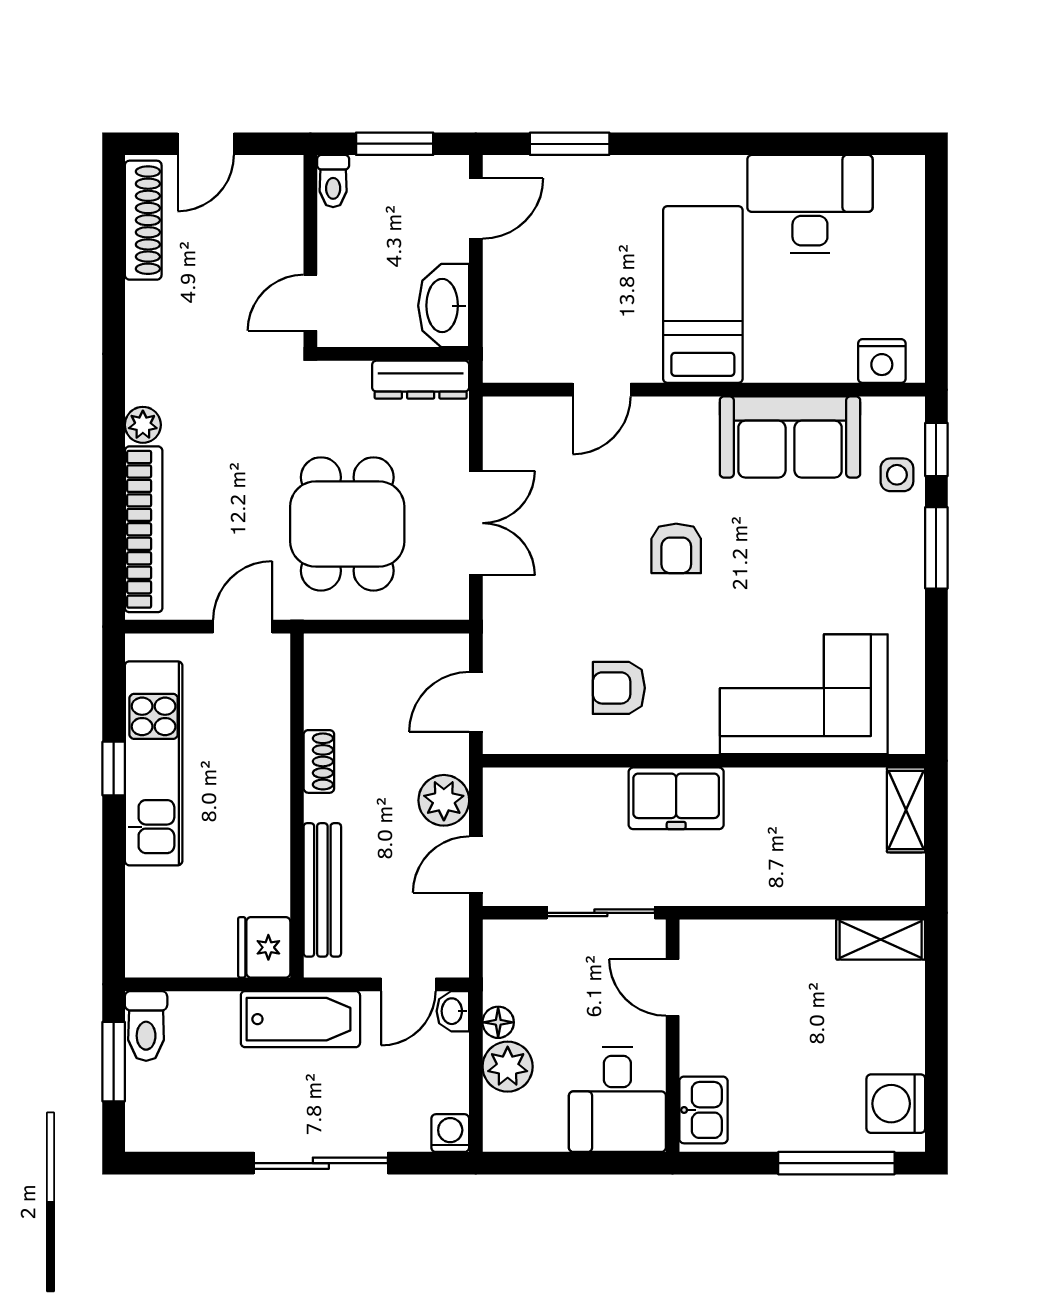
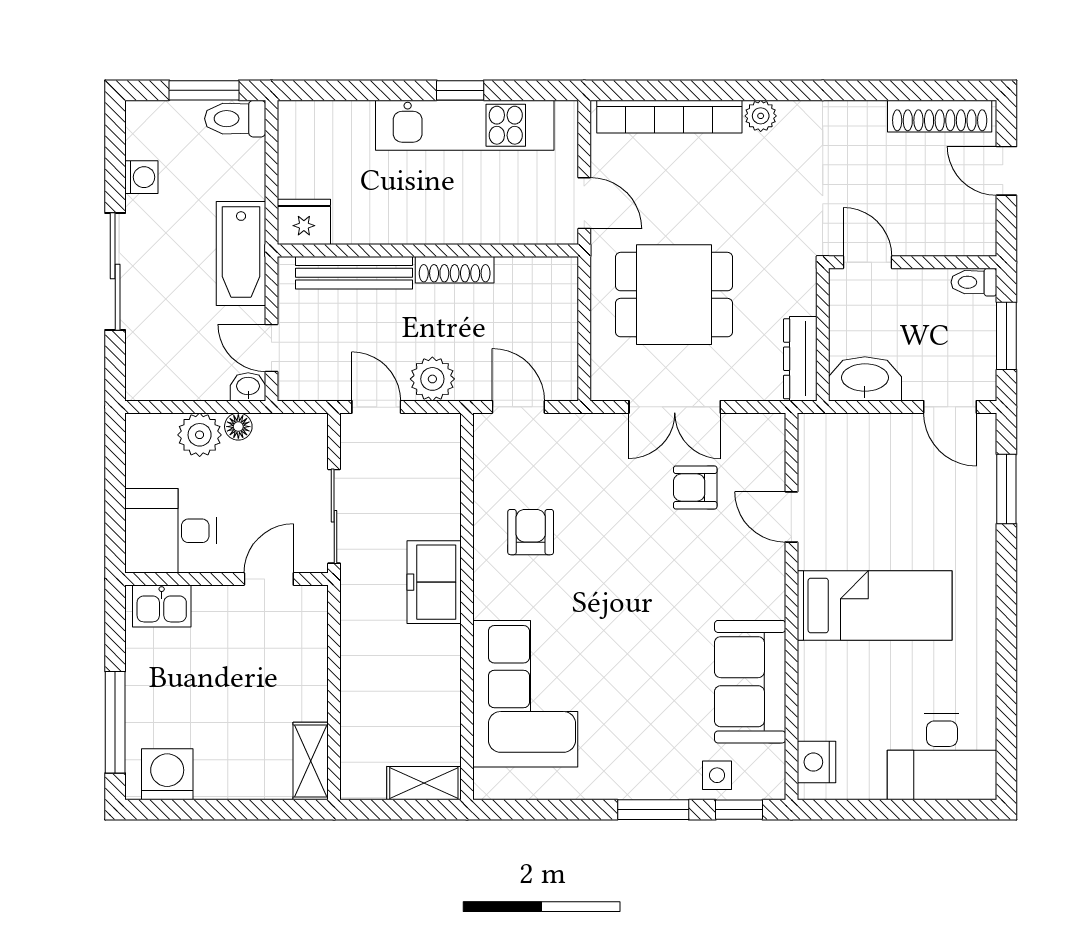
desk: (810, 204) -> (942, 757), moved, turned 90
armchair: (676, 548) -> (695, 487), moved
shoe rack: (319, 761) -> (455, 270), width x1.43
washing machine: (450, 1133) -> (141, 177), moved

